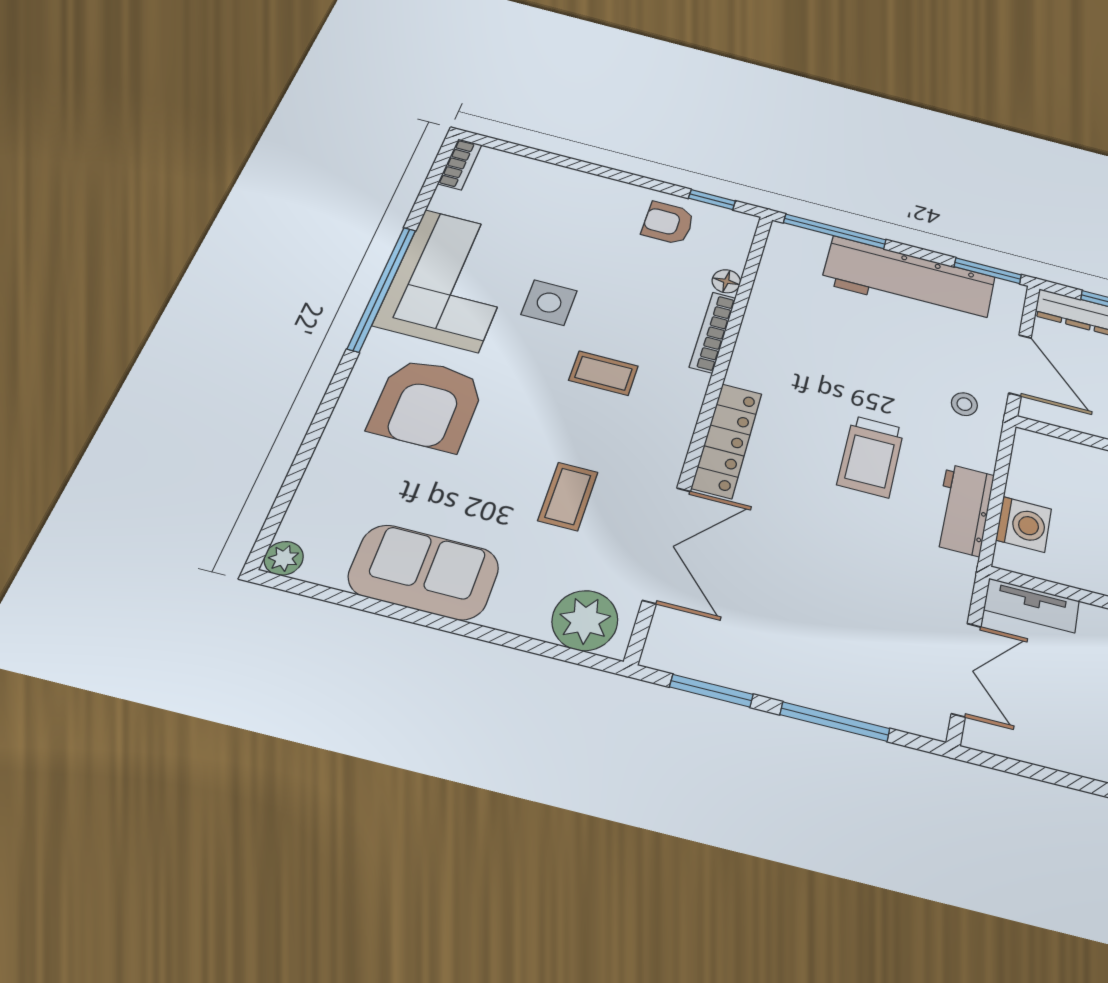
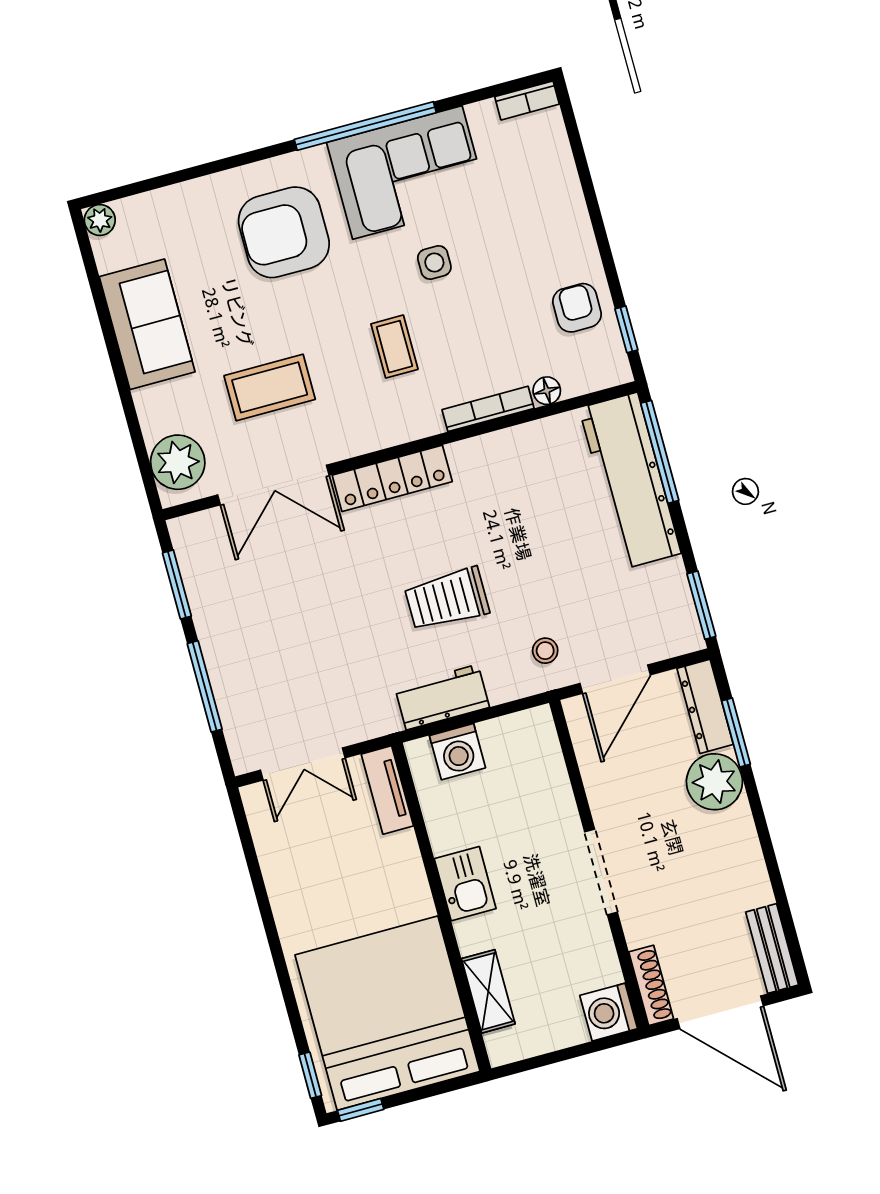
workbench: (909, 280) -> (630, 481), moved
side table: (549, 303) -> (434, 262), width x0.73, depth x0.73
coffee table: (568, 496) -> (270, 387), width x1.36, depth x1.30

